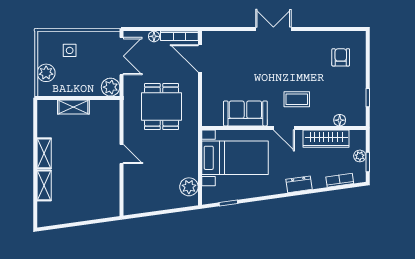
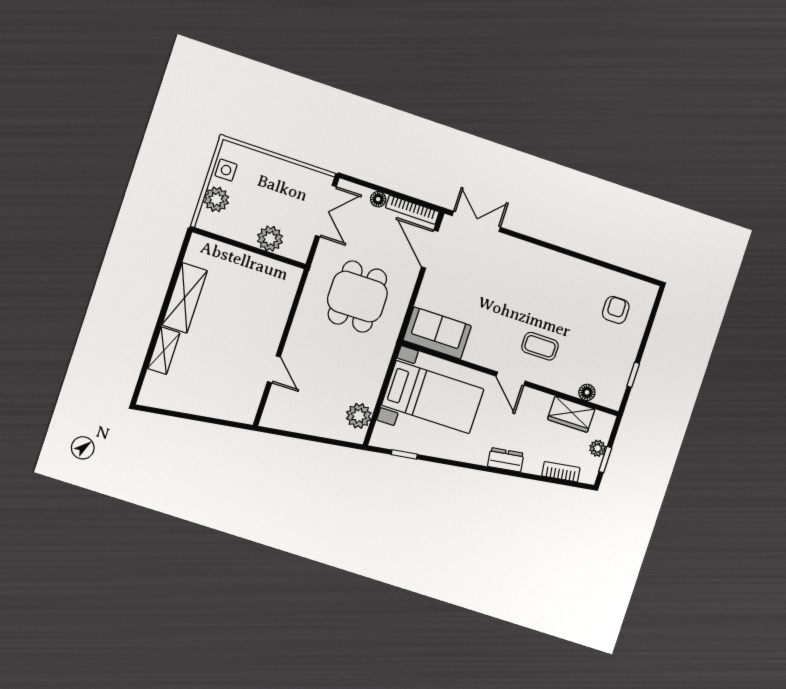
double door: (273, 29) -> (476, 221), moved
side table: (70, 50) -> (226, 170), moved
plant: (111, 87) -> (270, 239), moved
shelving: (73, 107) -> (238, 258), removed
sofa: (245, 113) -> (437, 333), moved
wardrobe: (326, 139) -> (571, 414), width x0.67
shelving: (44, 153) -> (185, 298), width x1.50, depth x1.33
door: (121, 154) -> (274, 369), moved

